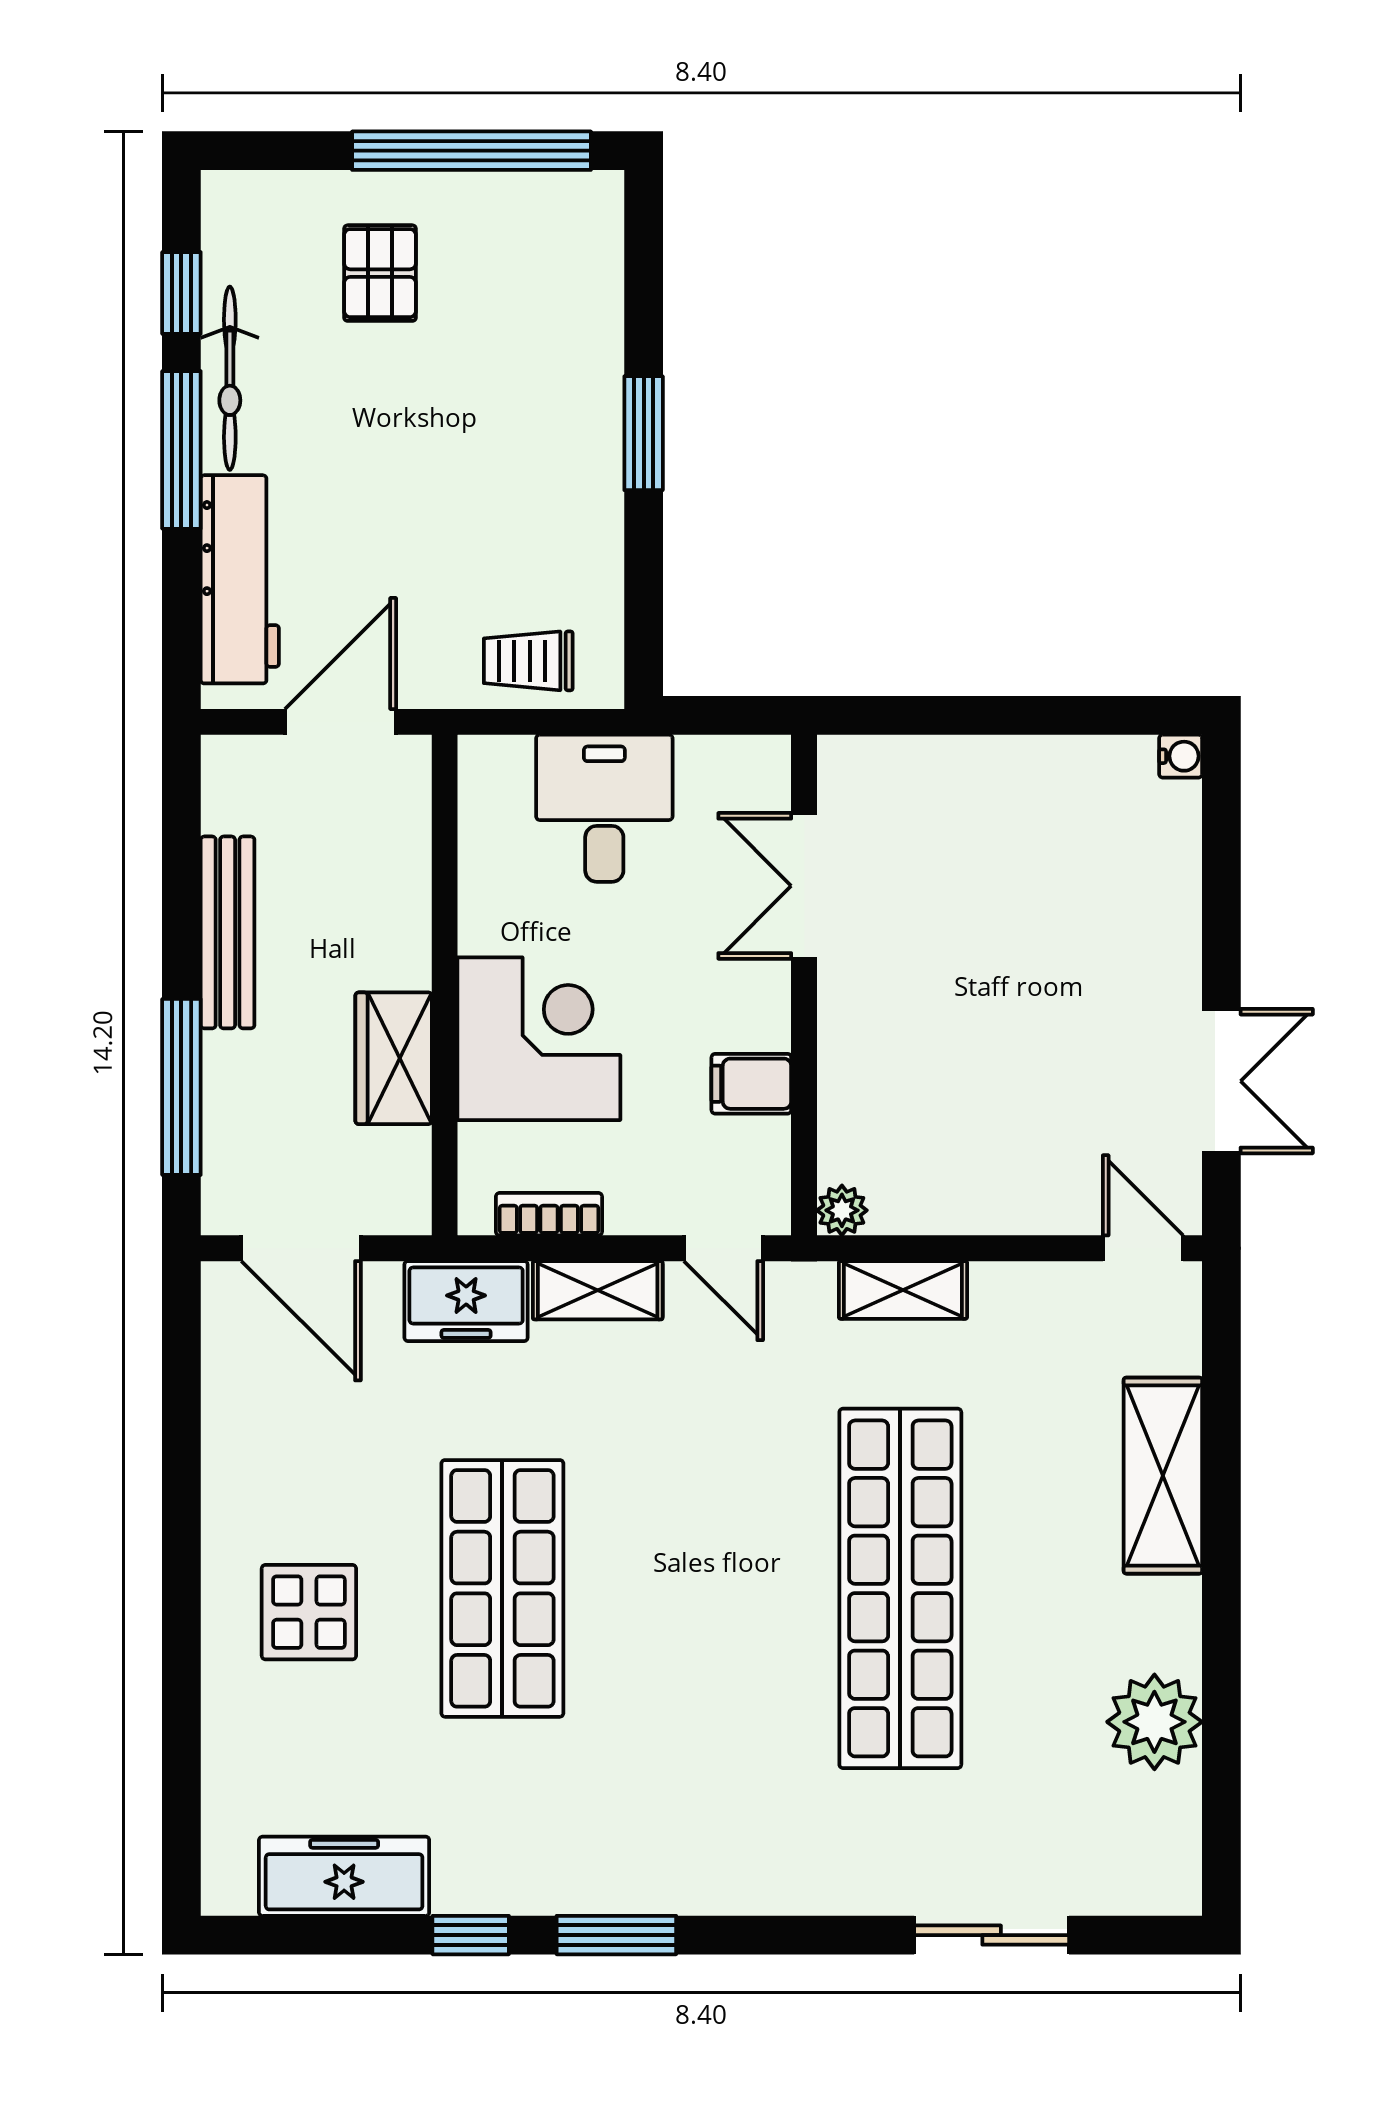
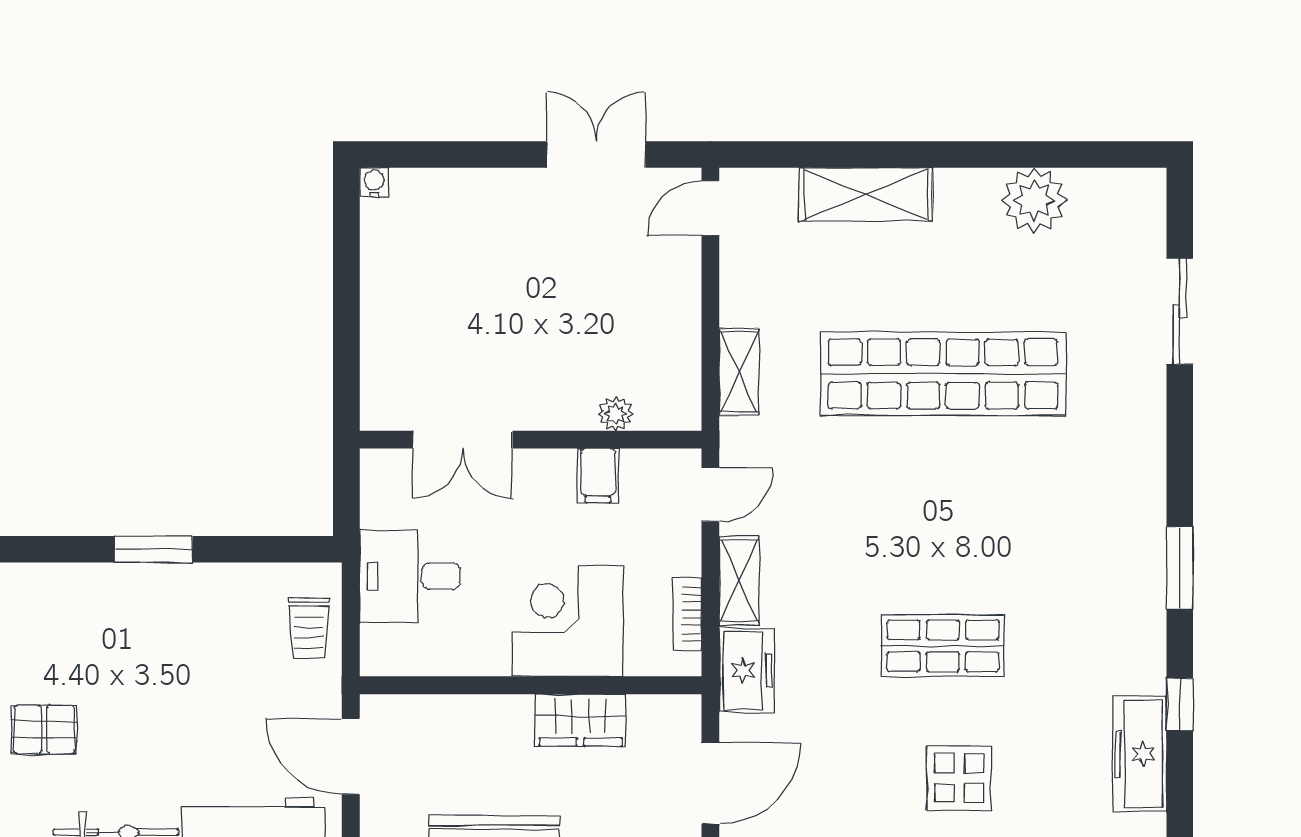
plant: (842, 1210) -> (616, 414), moved
shop shelf: (502, 1588) -> (943, 646), width x0.70, depth x0.74
window: (471, 1935) -> (1180, 704), moved

